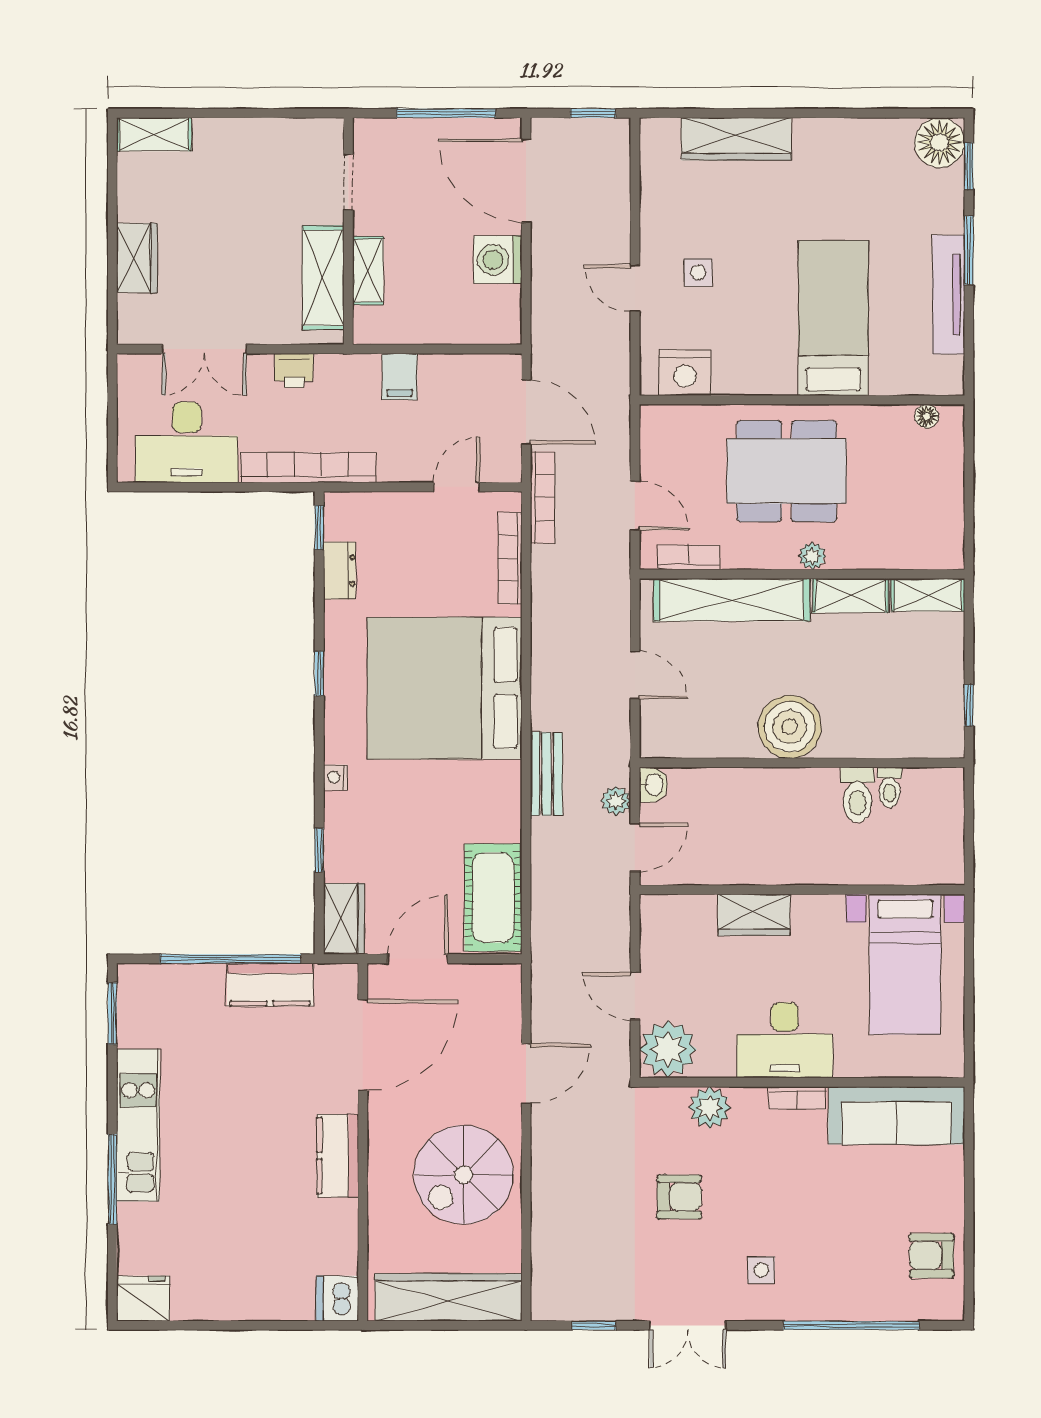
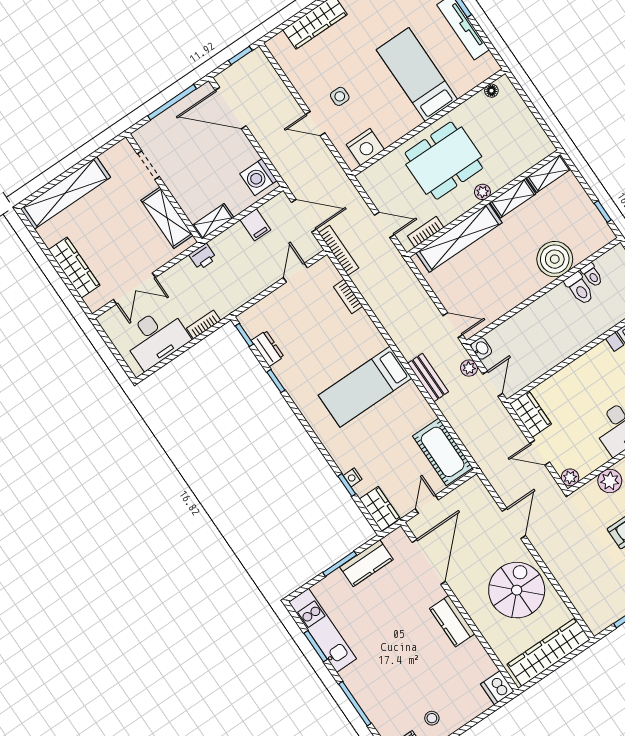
shelving: (154, 134) -> (65, 193), width x2.20, depth x1.33
wardrobe: (137, 258) -> (74, 267), width x1.50
washing machine: (498, 260) -> (258, 177), moved
shelving: (368, 271) -> (213, 221), moved, turned 90
printer: (294, 371) -> (203, 257), moved
filing cabinet: (400, 377) -> (255, 225), moved
bookcase: (308, 467) -> (204, 324), width x0.43, depth x0.76
bookcase: (510, 558) -> (348, 296), width x0.64
window: (319, 673) -> (276, 381), moved
door: (635, 675) -> (453, 325), moved
bed: (445, 688) -> (365, 387), width x0.49
boiler: (790, 727) -> (555, 259), moved
nightstand: (336, 777) -> (353, 477), moved
wardrobe: (754, 915) -> (531, 414), moved, turned -90
window: (230, 959) -> (340, 564), width x0.47
door: (418, 959) -> (427, 504), width x0.73
window: (112, 1013) -> (316, 646), moved
plant: (668, 1049) -> (570, 477), width x0.53, depth x0.53
kitchen unit: (138, 1125) -> (322, 630), moved
spiral stairs: (464, 1175) -> (517, 590), turned 180
stool: (211, 1278) -> (432, 718), added

